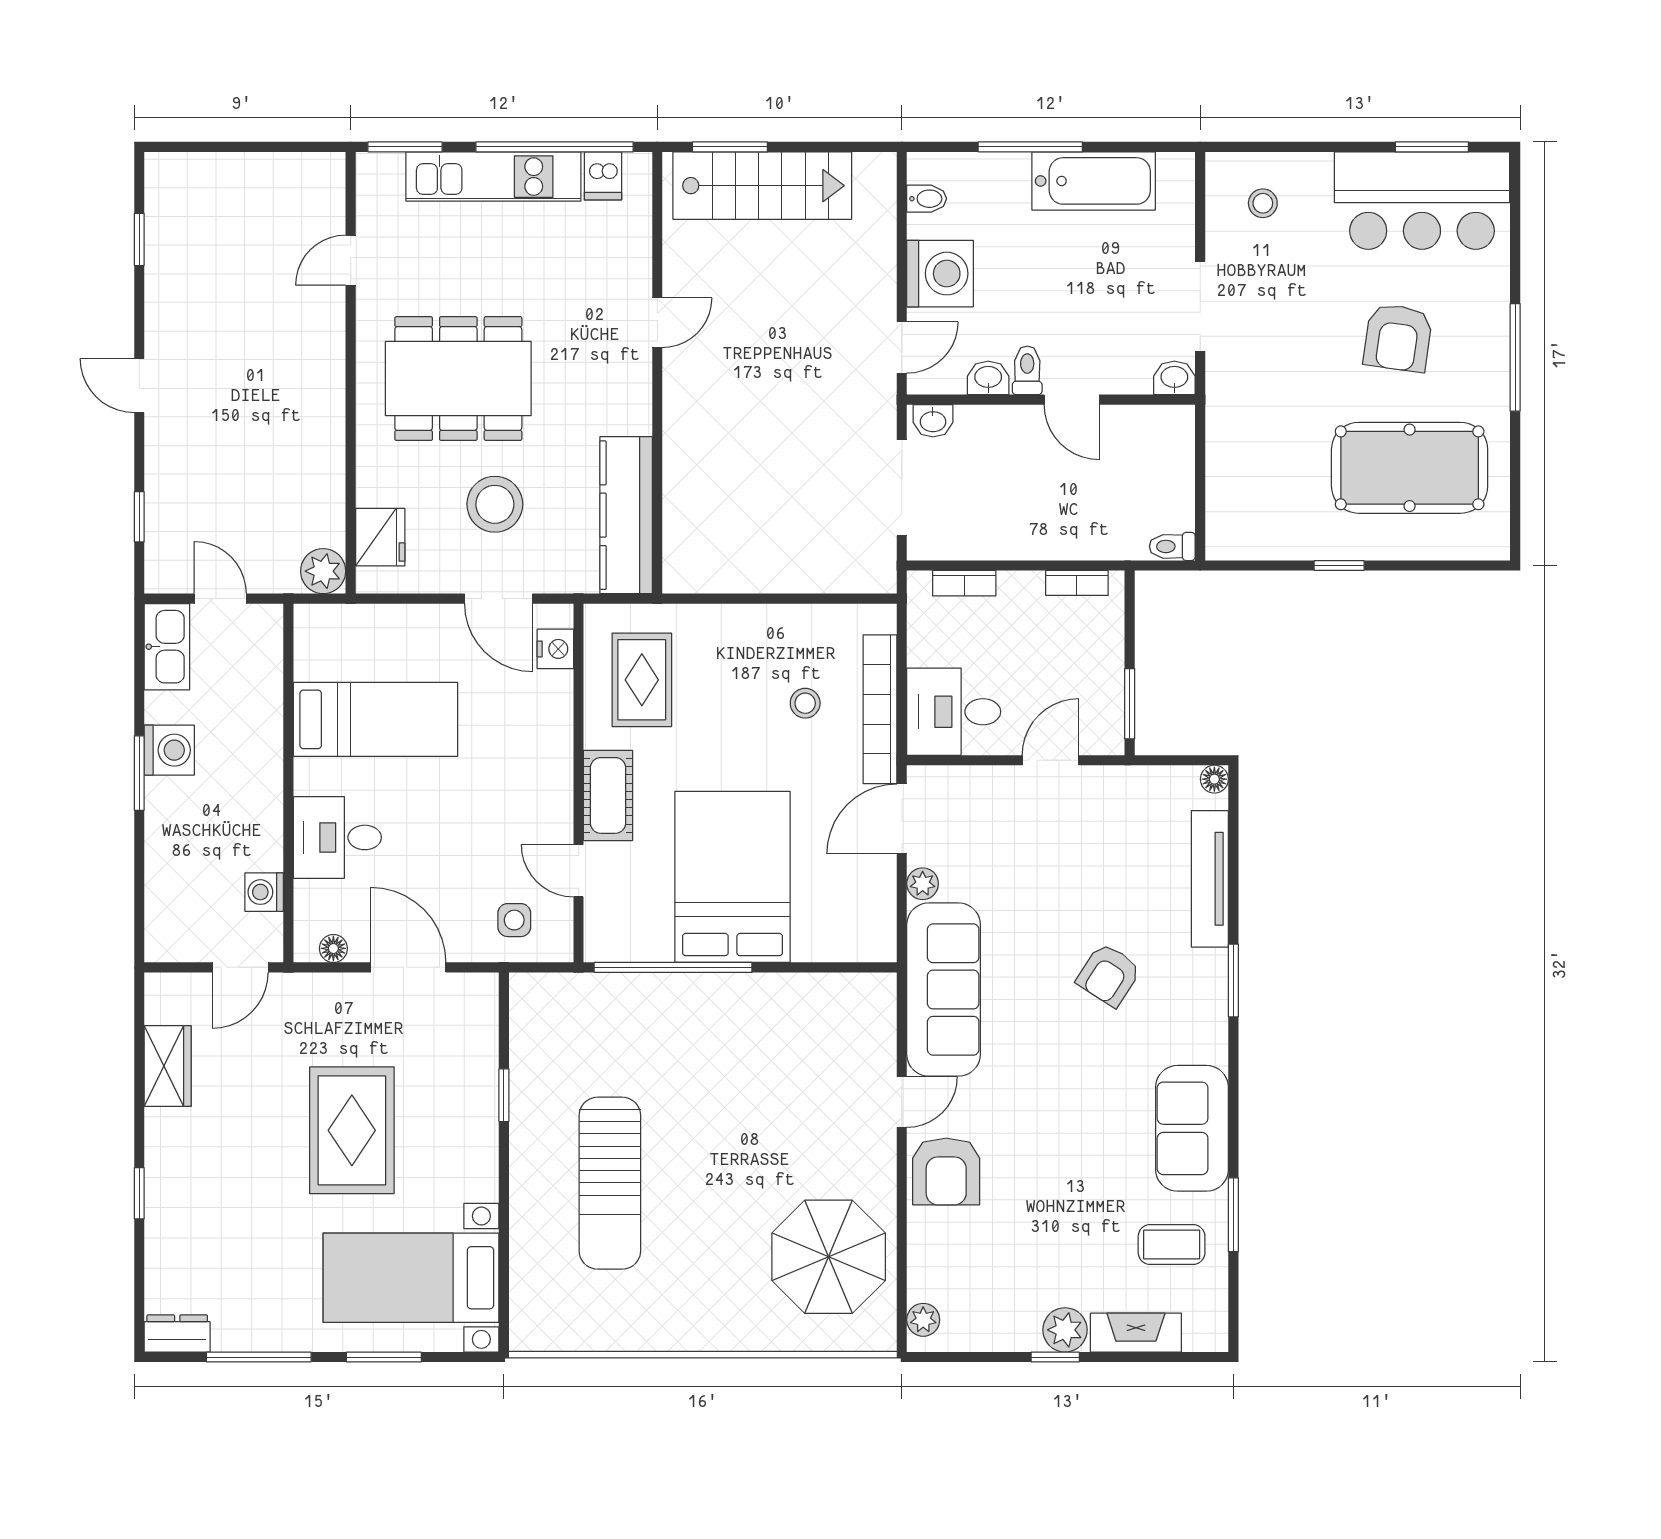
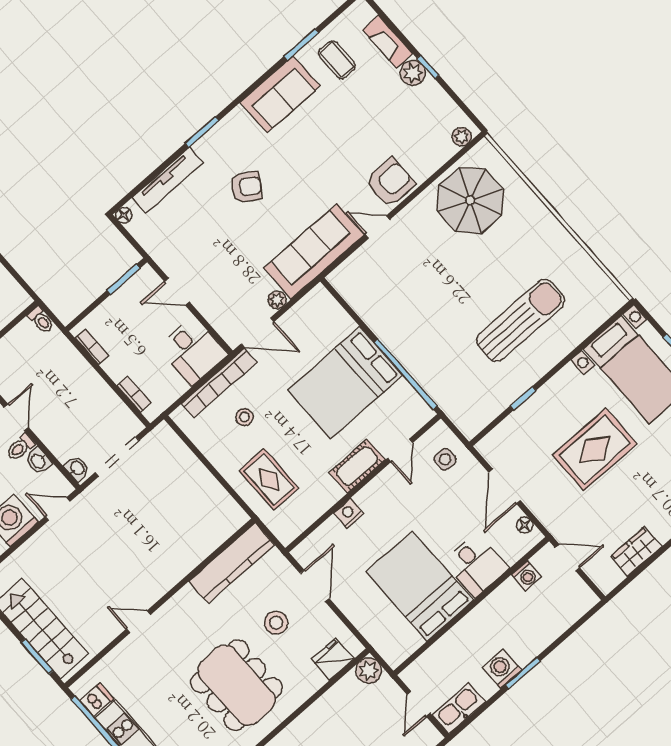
stool: (495, 504) -> (276, 623), width x0.73, depth x0.73
nightstand: (555, 649) -> (349, 513), moved
rug: (642, 680) -> (269, 479), moved, turned 90
bed: (376, 719) -> (420, 586), width x1.50

